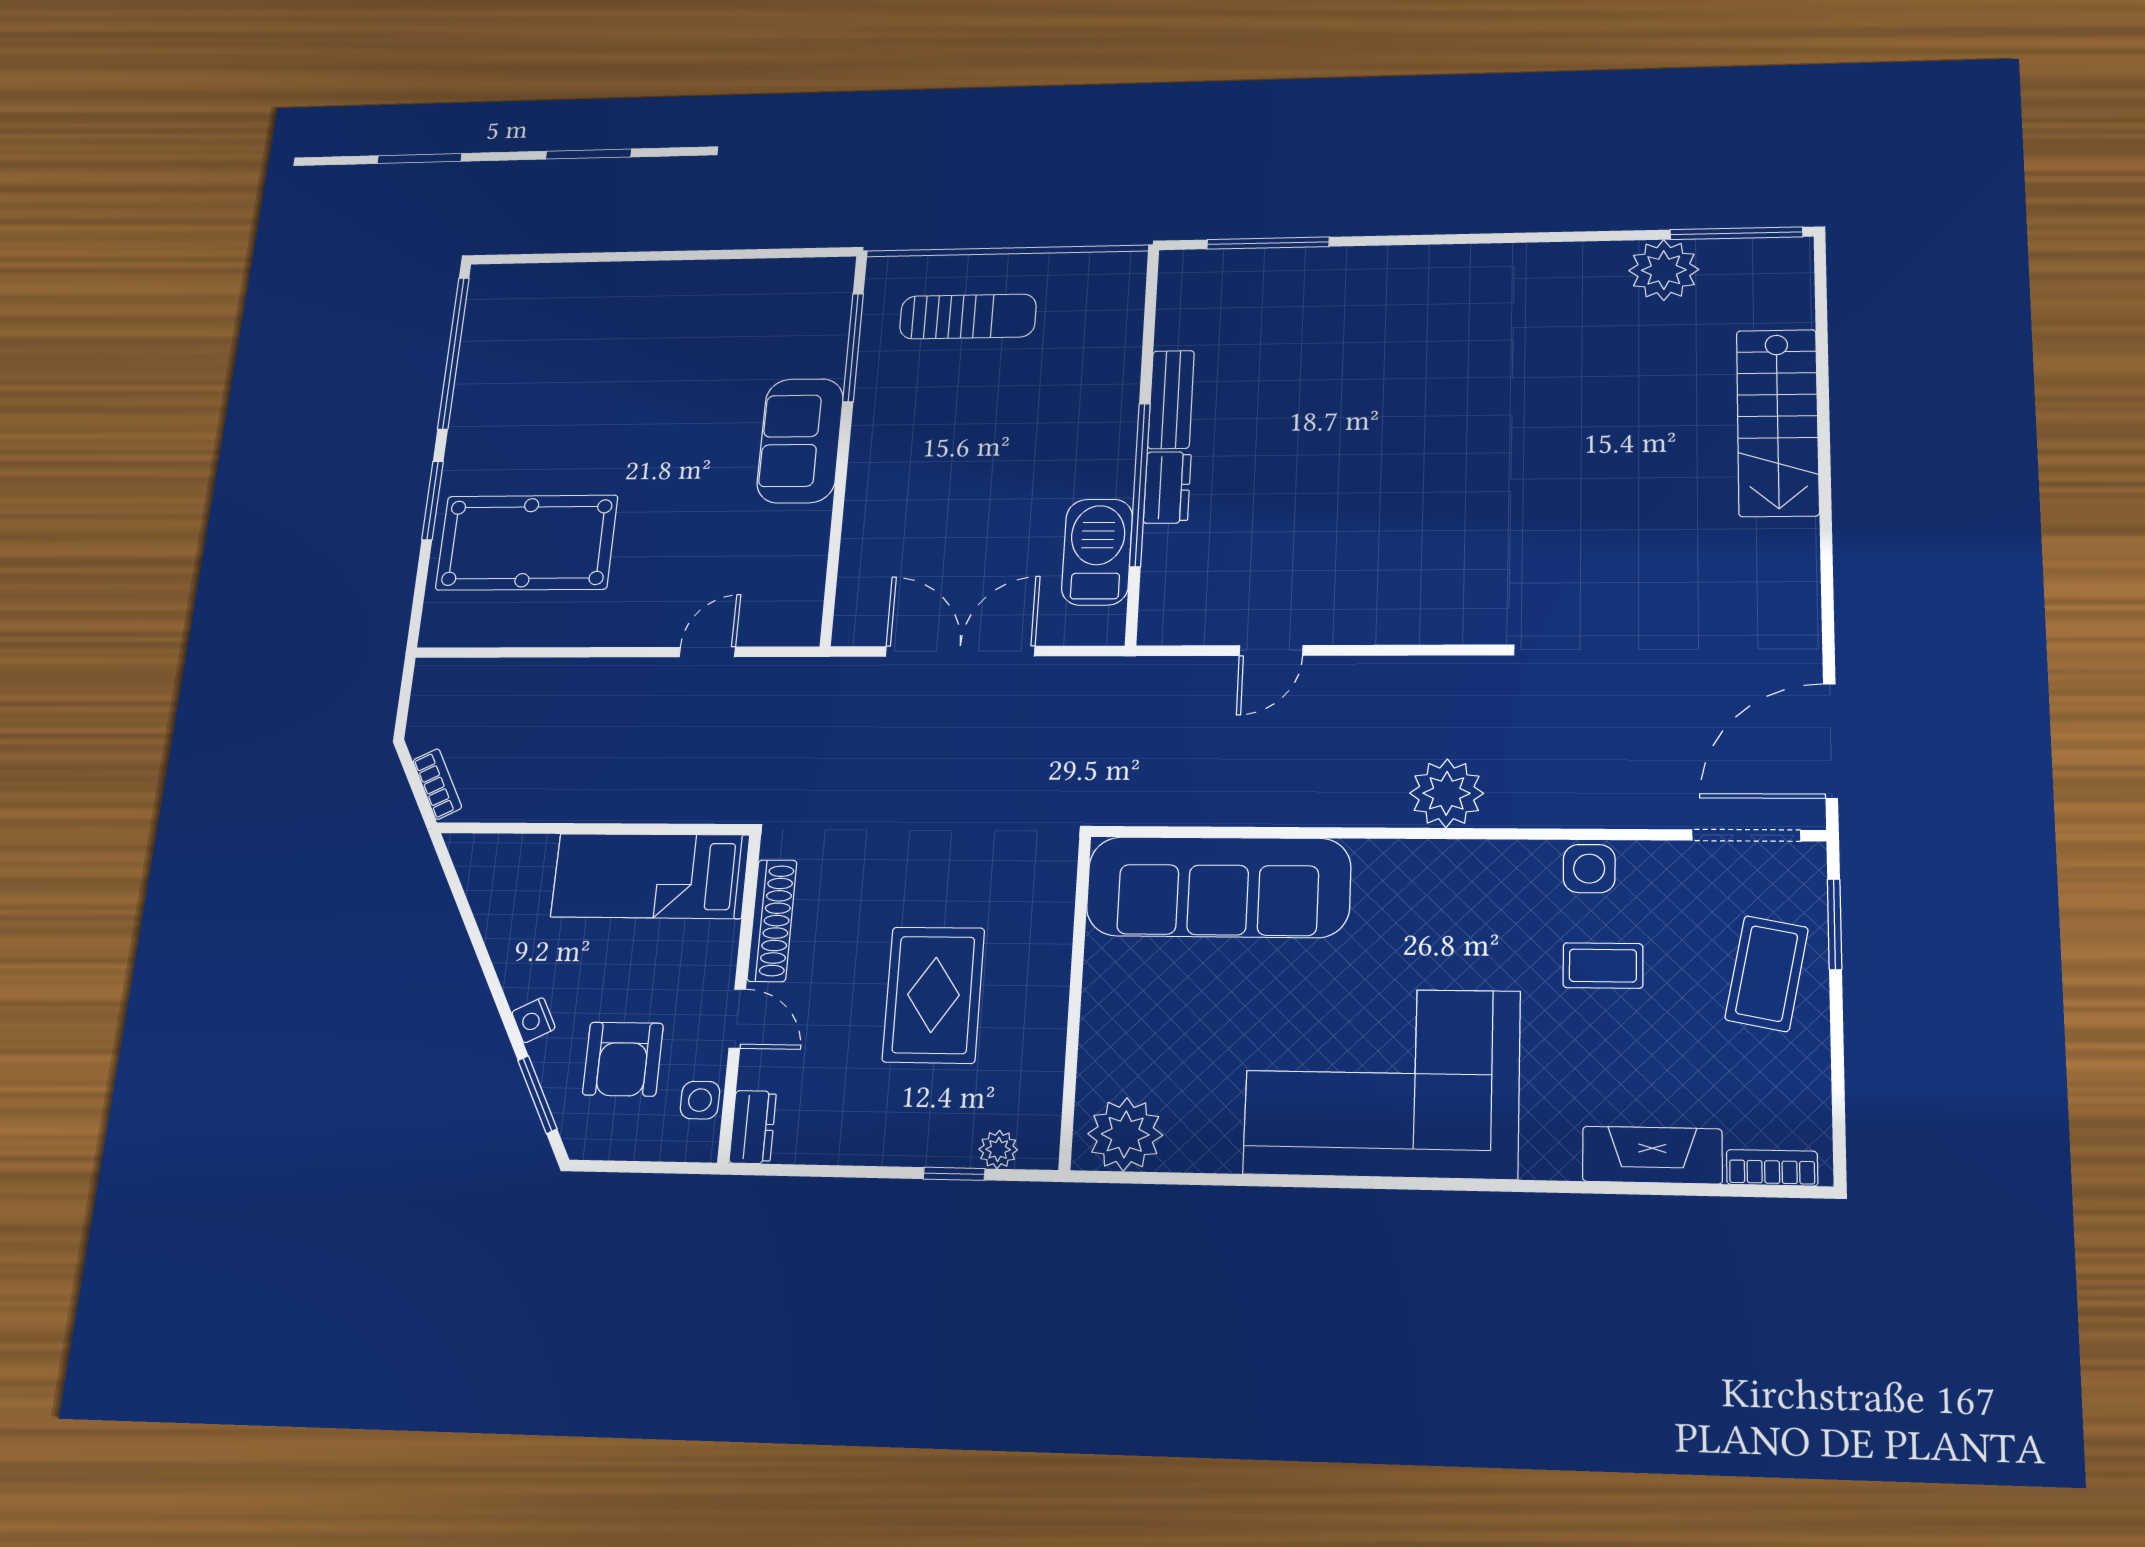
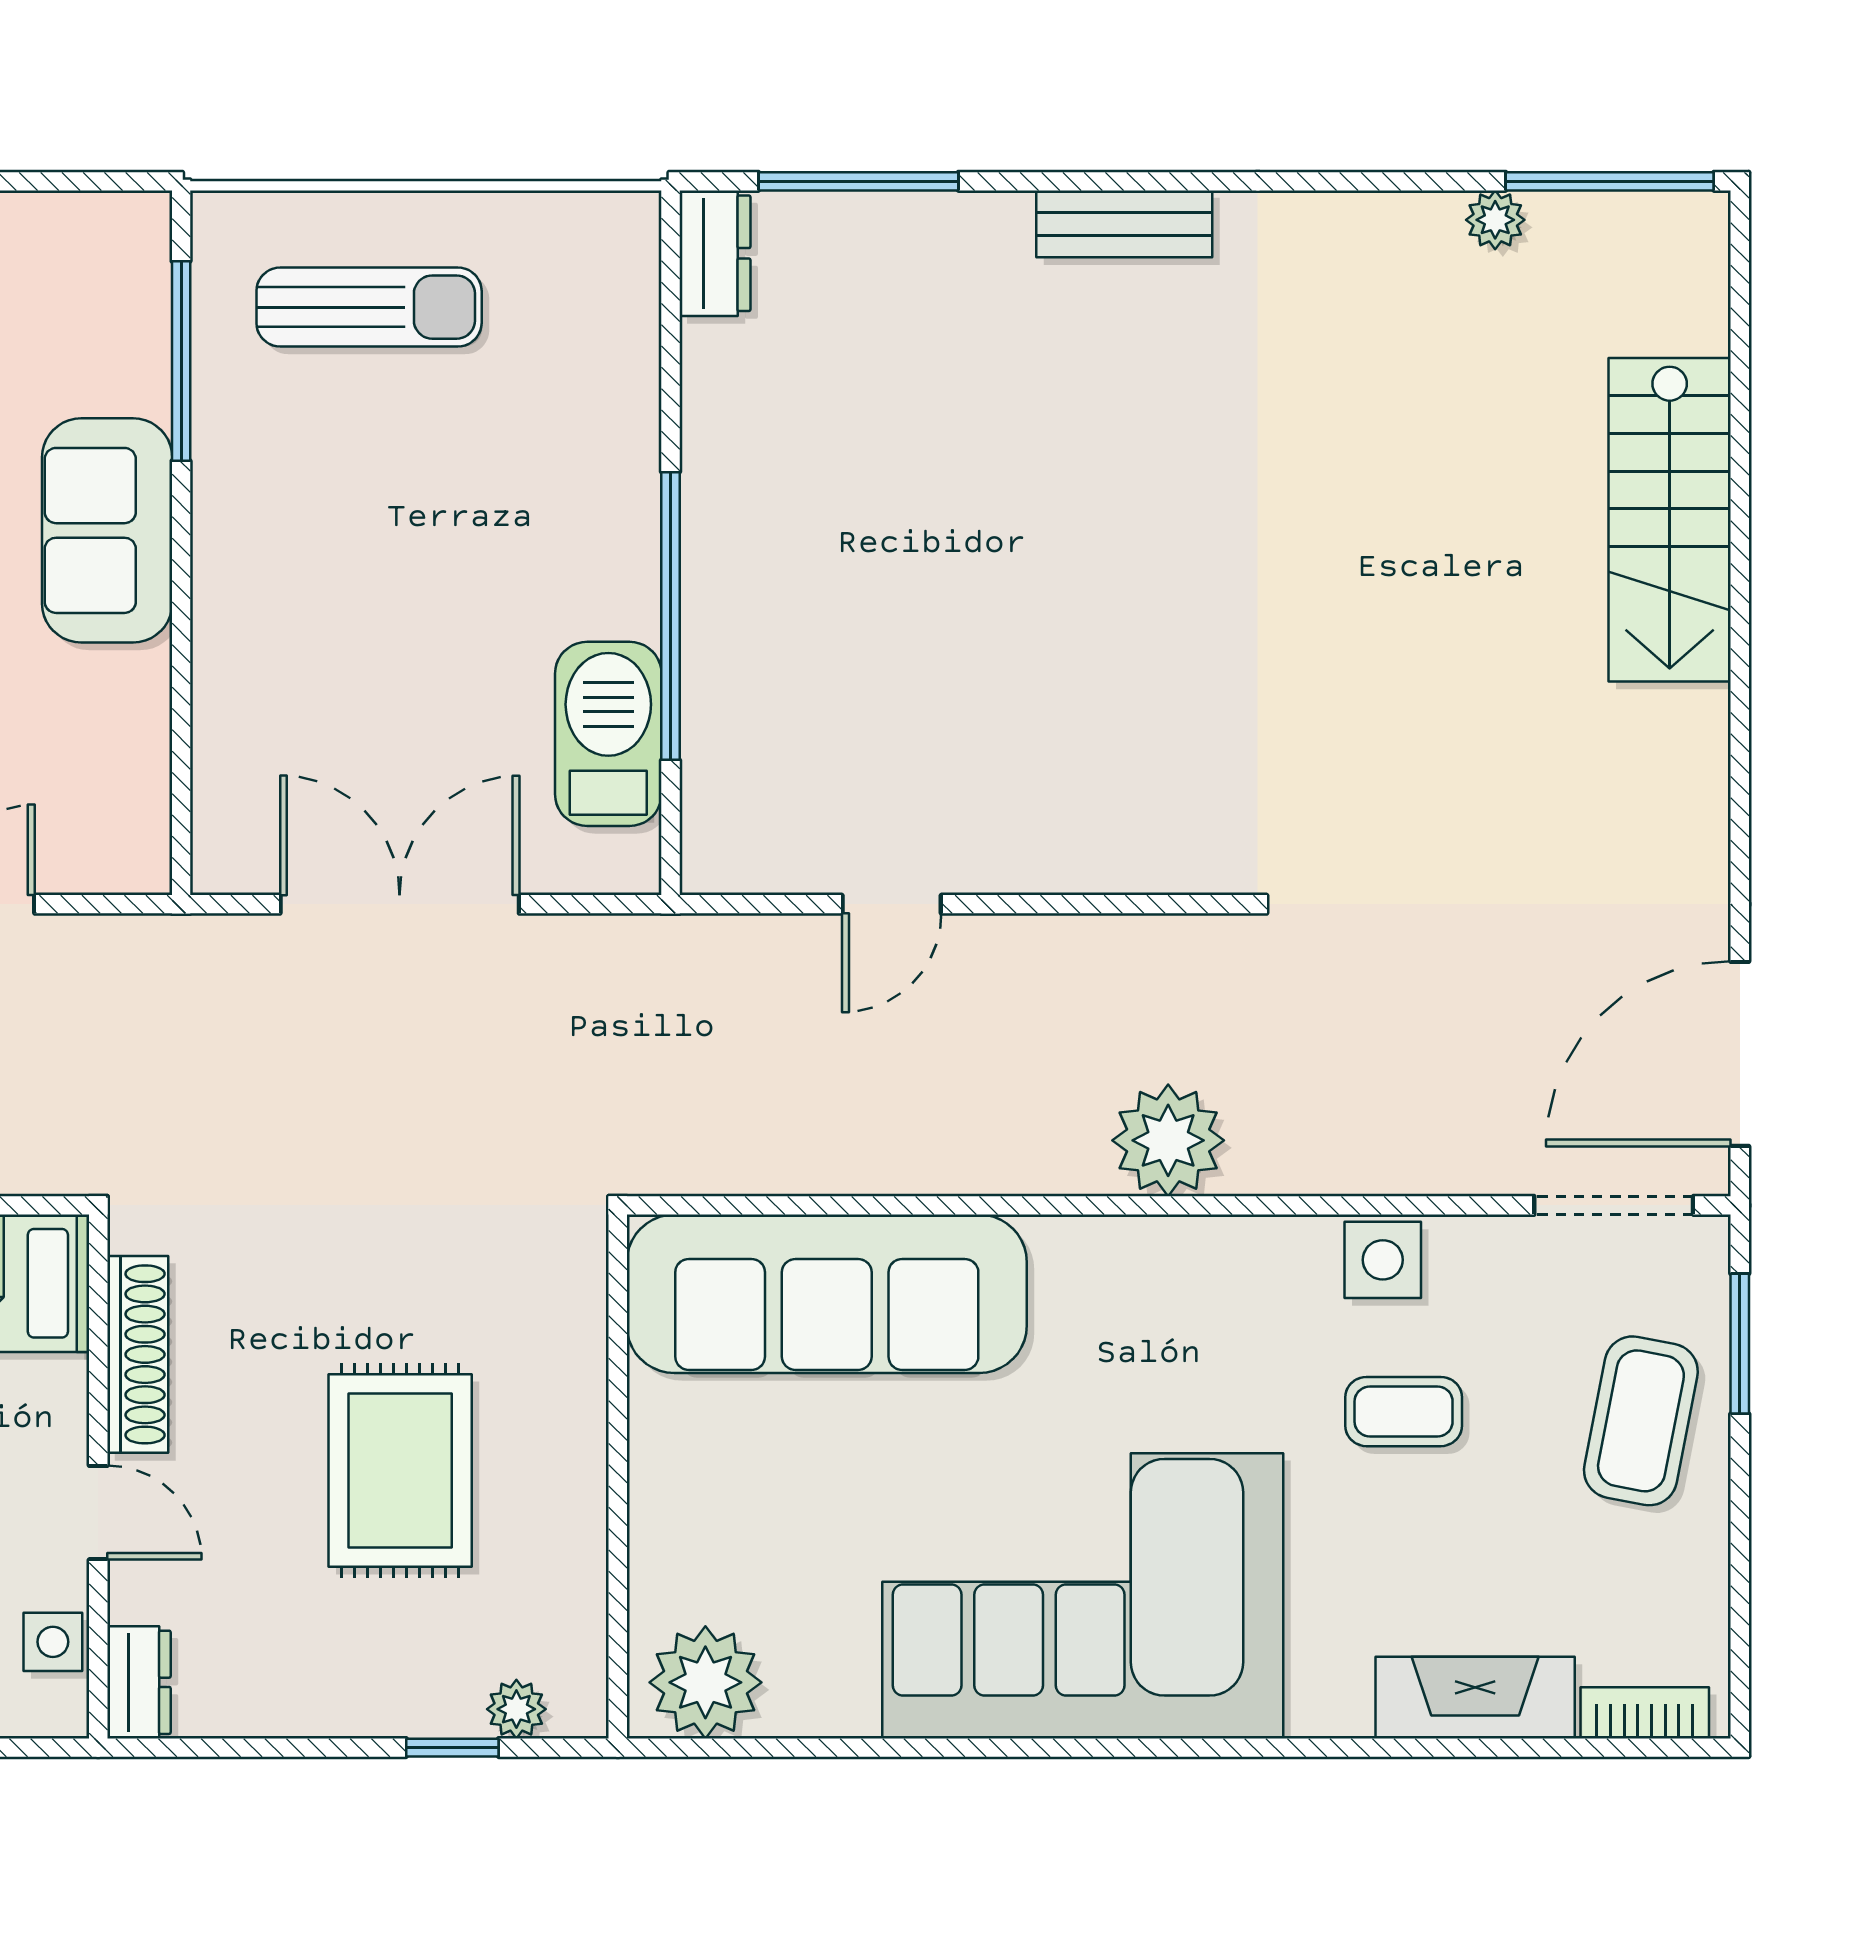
plant: (1664, 270) -> (1495, 220), width x0.53, depth x0.53
bench: (1171, 400) -> (1124, 224), moved, turned 90
dresser: (1167, 488) -> (715, 253), moved

